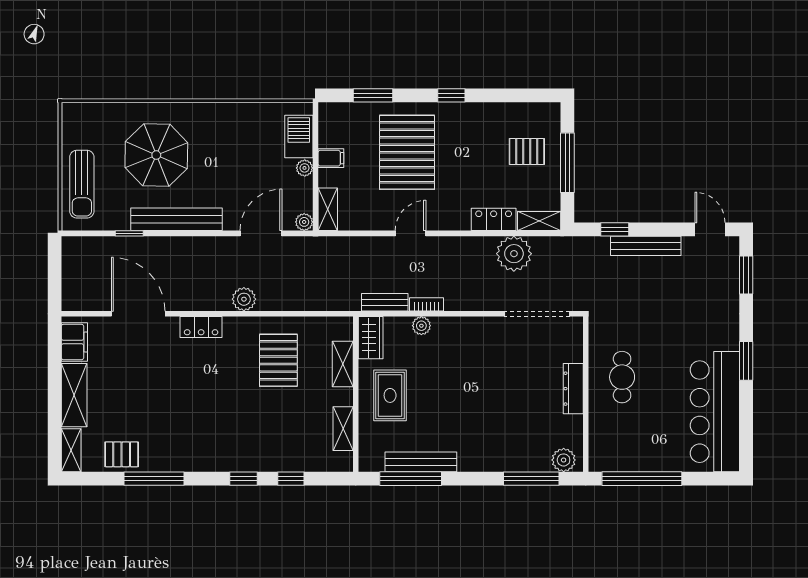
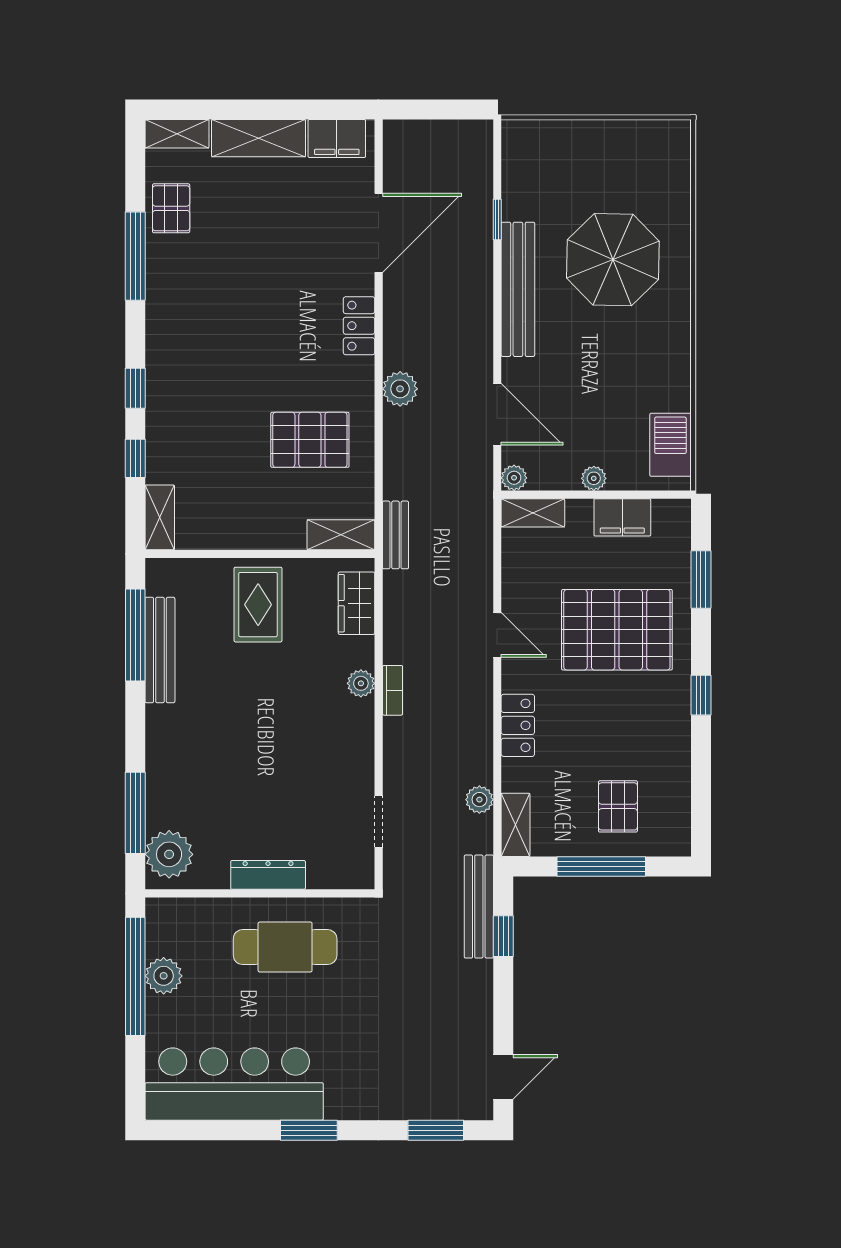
barbecue: (299, 136) -> (670, 445), moved, turned -90
filing cabinet: (331, 158) -> (622, 517), width x2.00
sun lounger: (82, 184) -> (570, 150), removed
locker: (494, 219) -> (518, 725), moved
bench: (646, 246) -> (479, 907), moved
plant: (514, 254) -> (479, 800), width x0.53, depth x0.53
bench: (385, 302) -> (395, 535), moved
bookcase: (426, 304) -> (392, 690), moved
doorway: (537, 314) -> (379, 822), width x0.53
plant: (421, 326) -> (361, 683), moved
wardrobe: (371, 338) -> (356, 603), moved, turned 90
shelving: (343, 364) -> (341, 535), moved
cafe table: (622, 377) -> (285, 947), width x1.37, depth x1.35
rug: (390, 395) -> (258, 605), turned 90
shelving: (343, 429) -> (160, 517), moved, turned 90
plant: (642, 459) -> (164, 976), added
plant: (564, 460) -> (169, 854), width x1.36, depth x1.36

